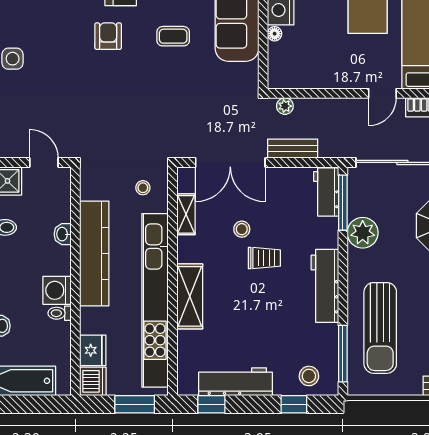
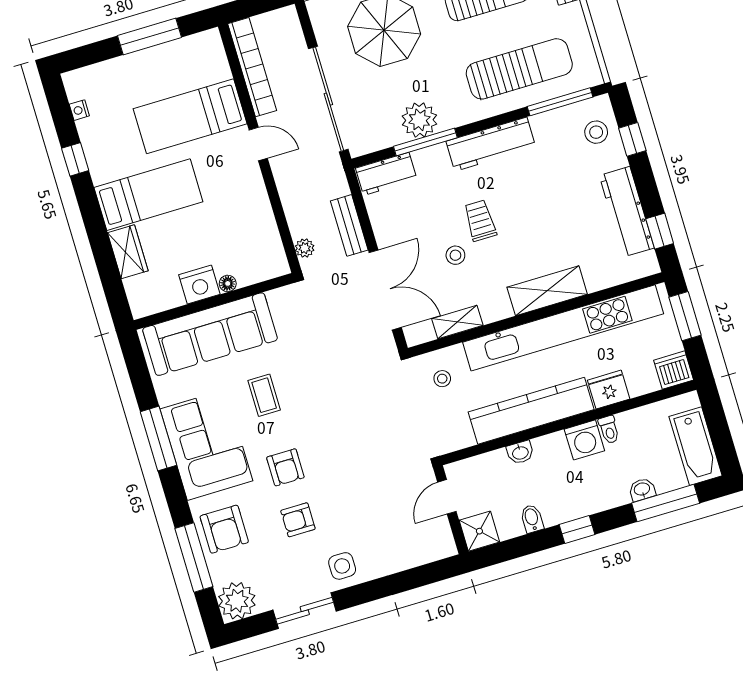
armchair: (62, 34) -> (298, 520), added
armchair: (108, 36) -> (285, 467), turned -90
window: (343, 203) -> (425, 142), moved
fridge: (93, 350) -> (609, 390), moved

